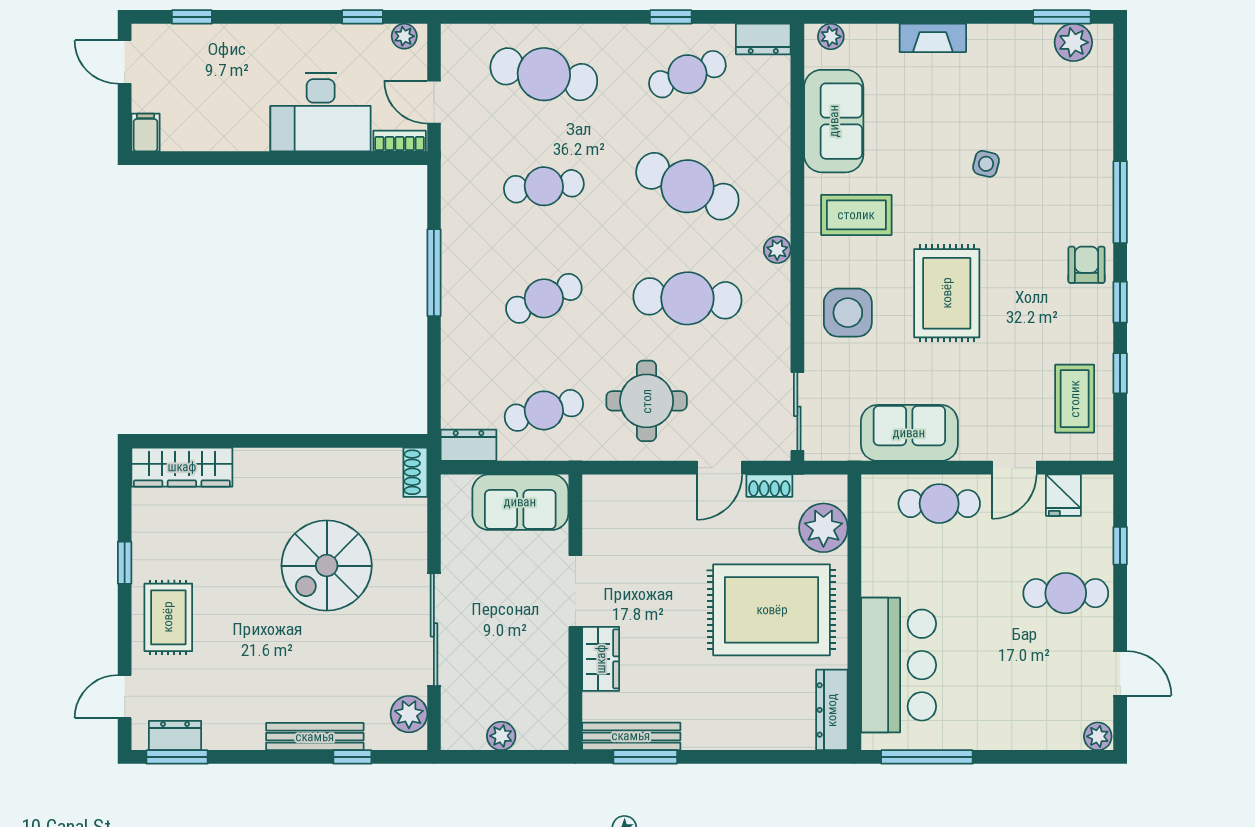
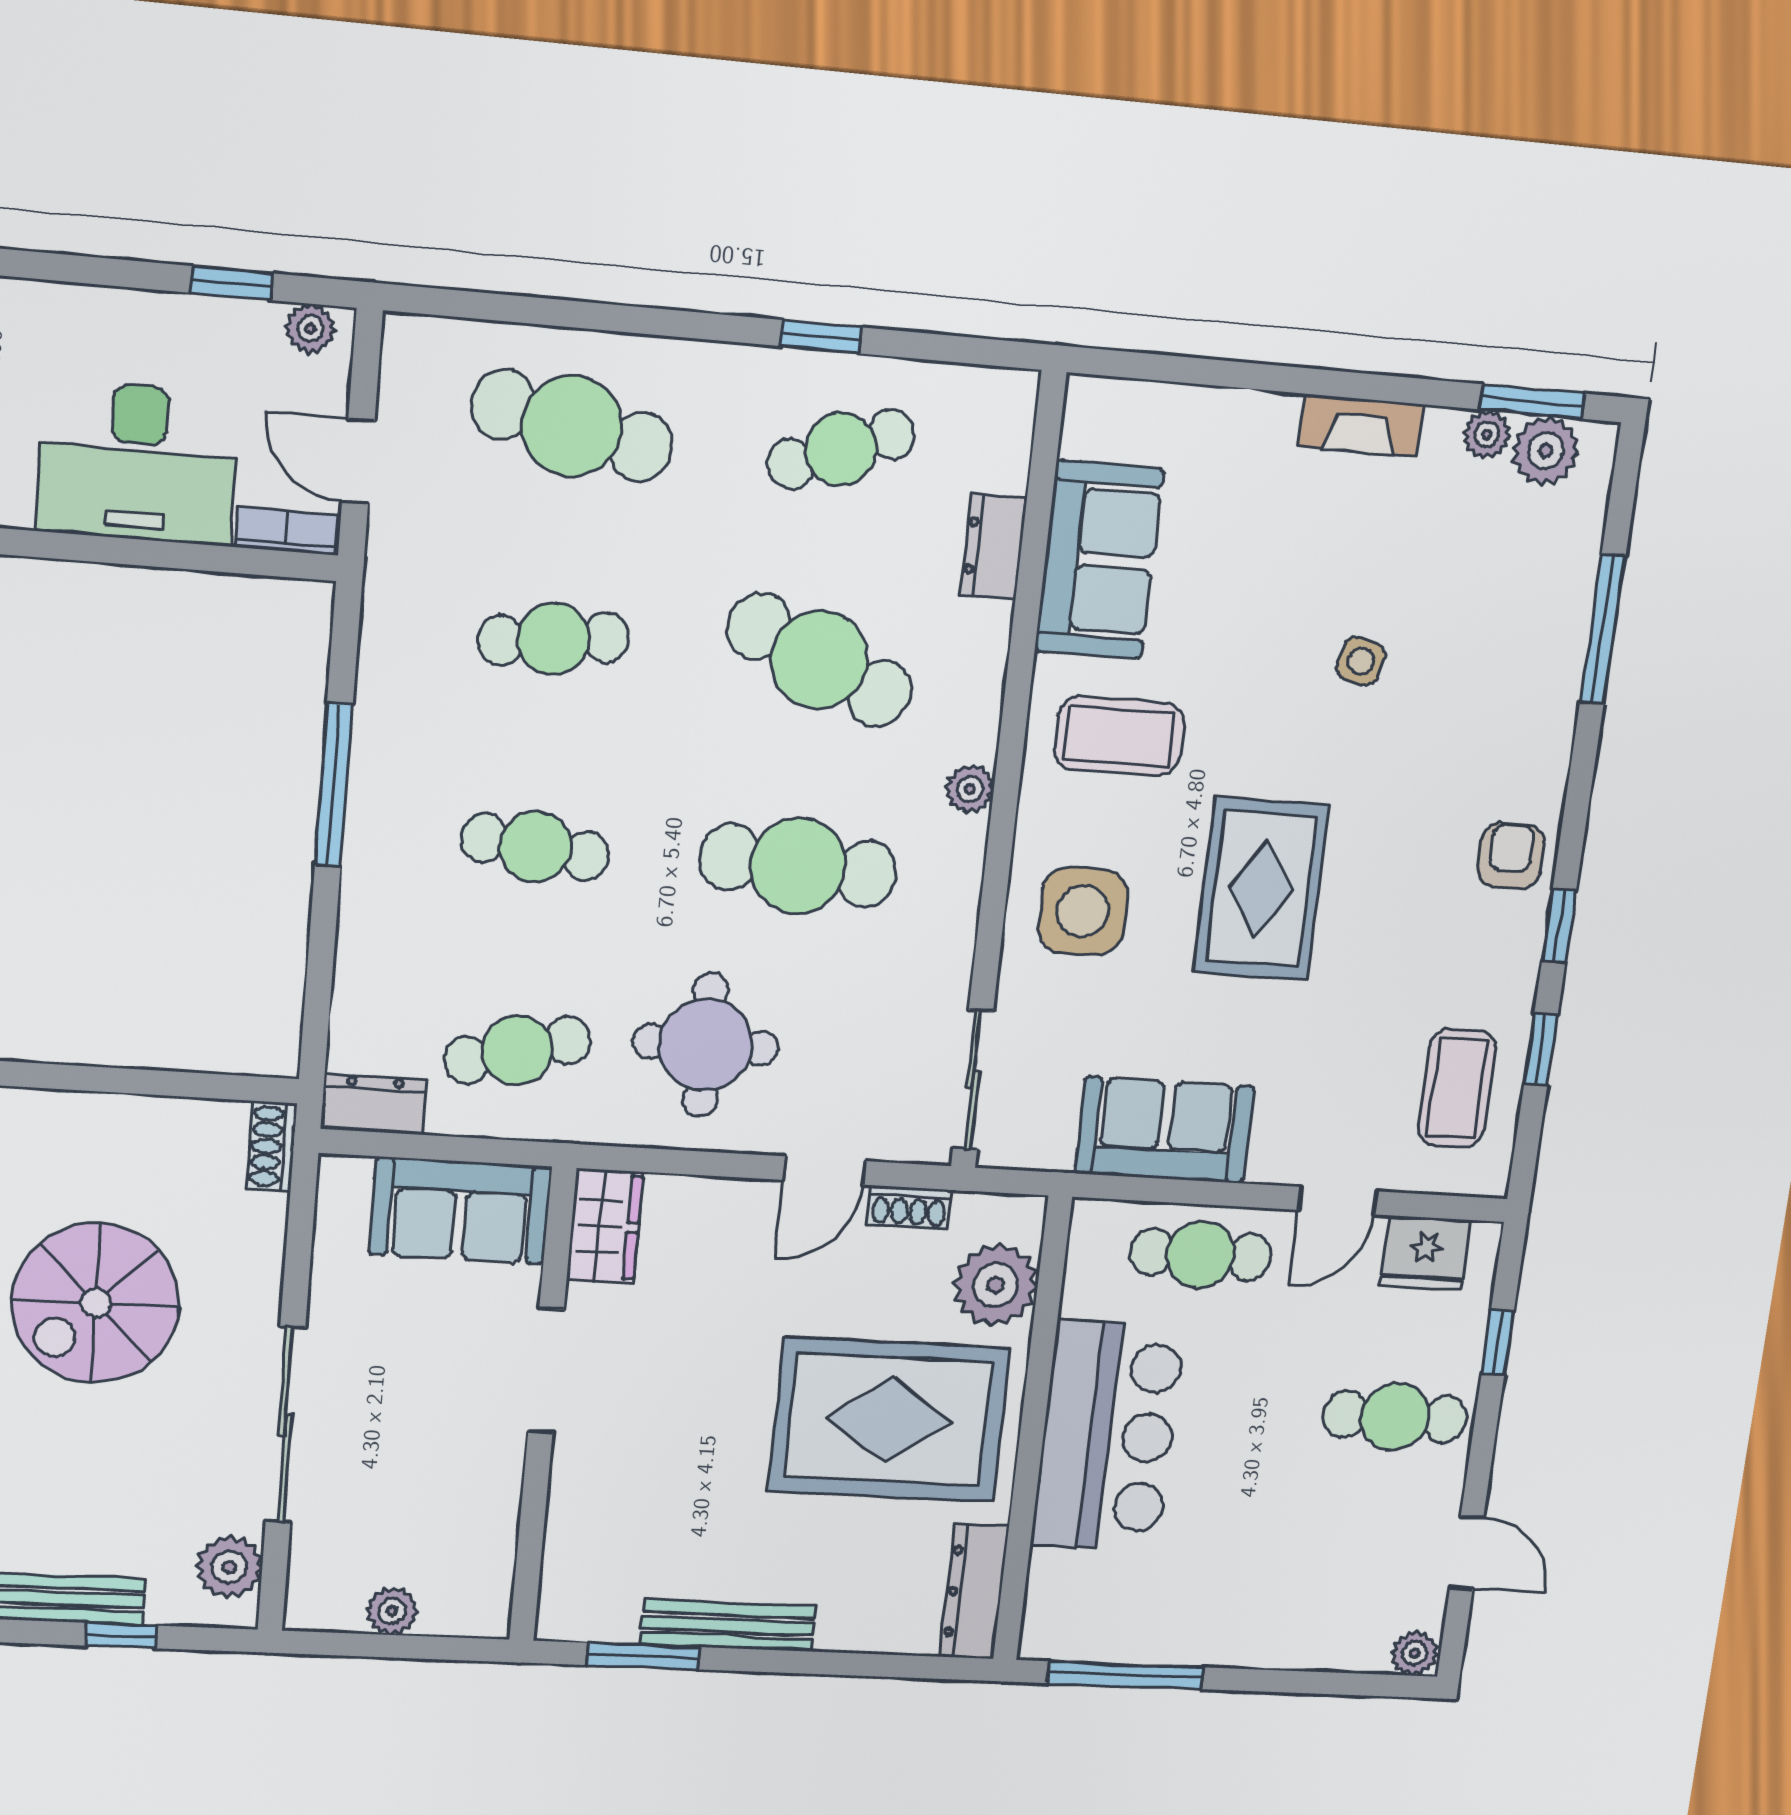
plant: (831, 37) -> (1487, 434), moved
fireplace: (933, 38) -> (1361, 426), moved
dresser: (763, 39) -> (993, 547), moved, turned 90
window: (1120, 202) -> (1603, 629), moved
cafe table: (544, 298) -> (535, 847), turned 30
fridge: (1063, 495) -> (1426, 1253), width x1.38
wardrobe: (601, 659) -> (605, 1226), moved
bar counter: (899, 665) -> (1108, 1436), moved
bench: (631, 736) -> (728, 1625), moved

